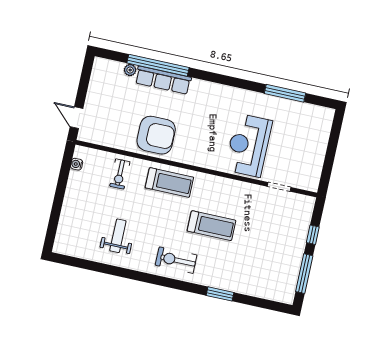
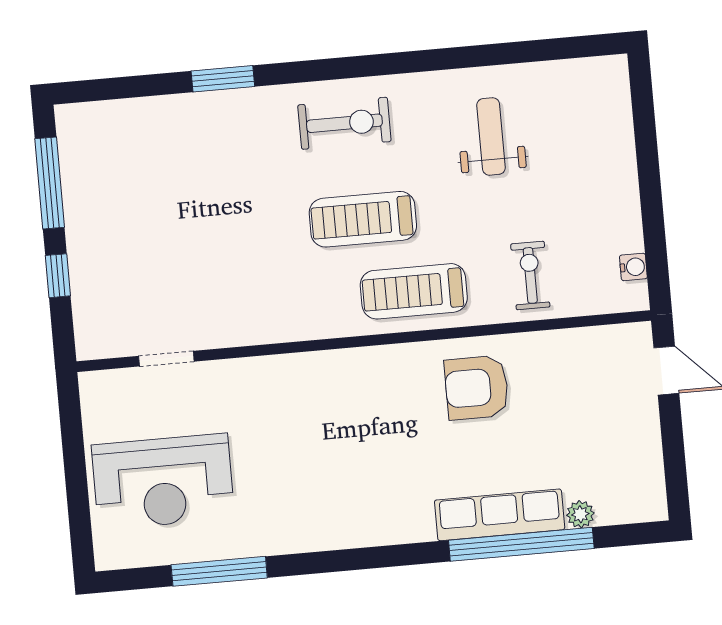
armchair: (156, 135) -> (477, 388), width x0.73, depth x0.73
reception desk: (248, 145) -> (163, 482), moved, turned 90
treadmill: (212, 226) -> (363, 219), moved
weight bench: (118, 236) -> (491, 136), turned 180

